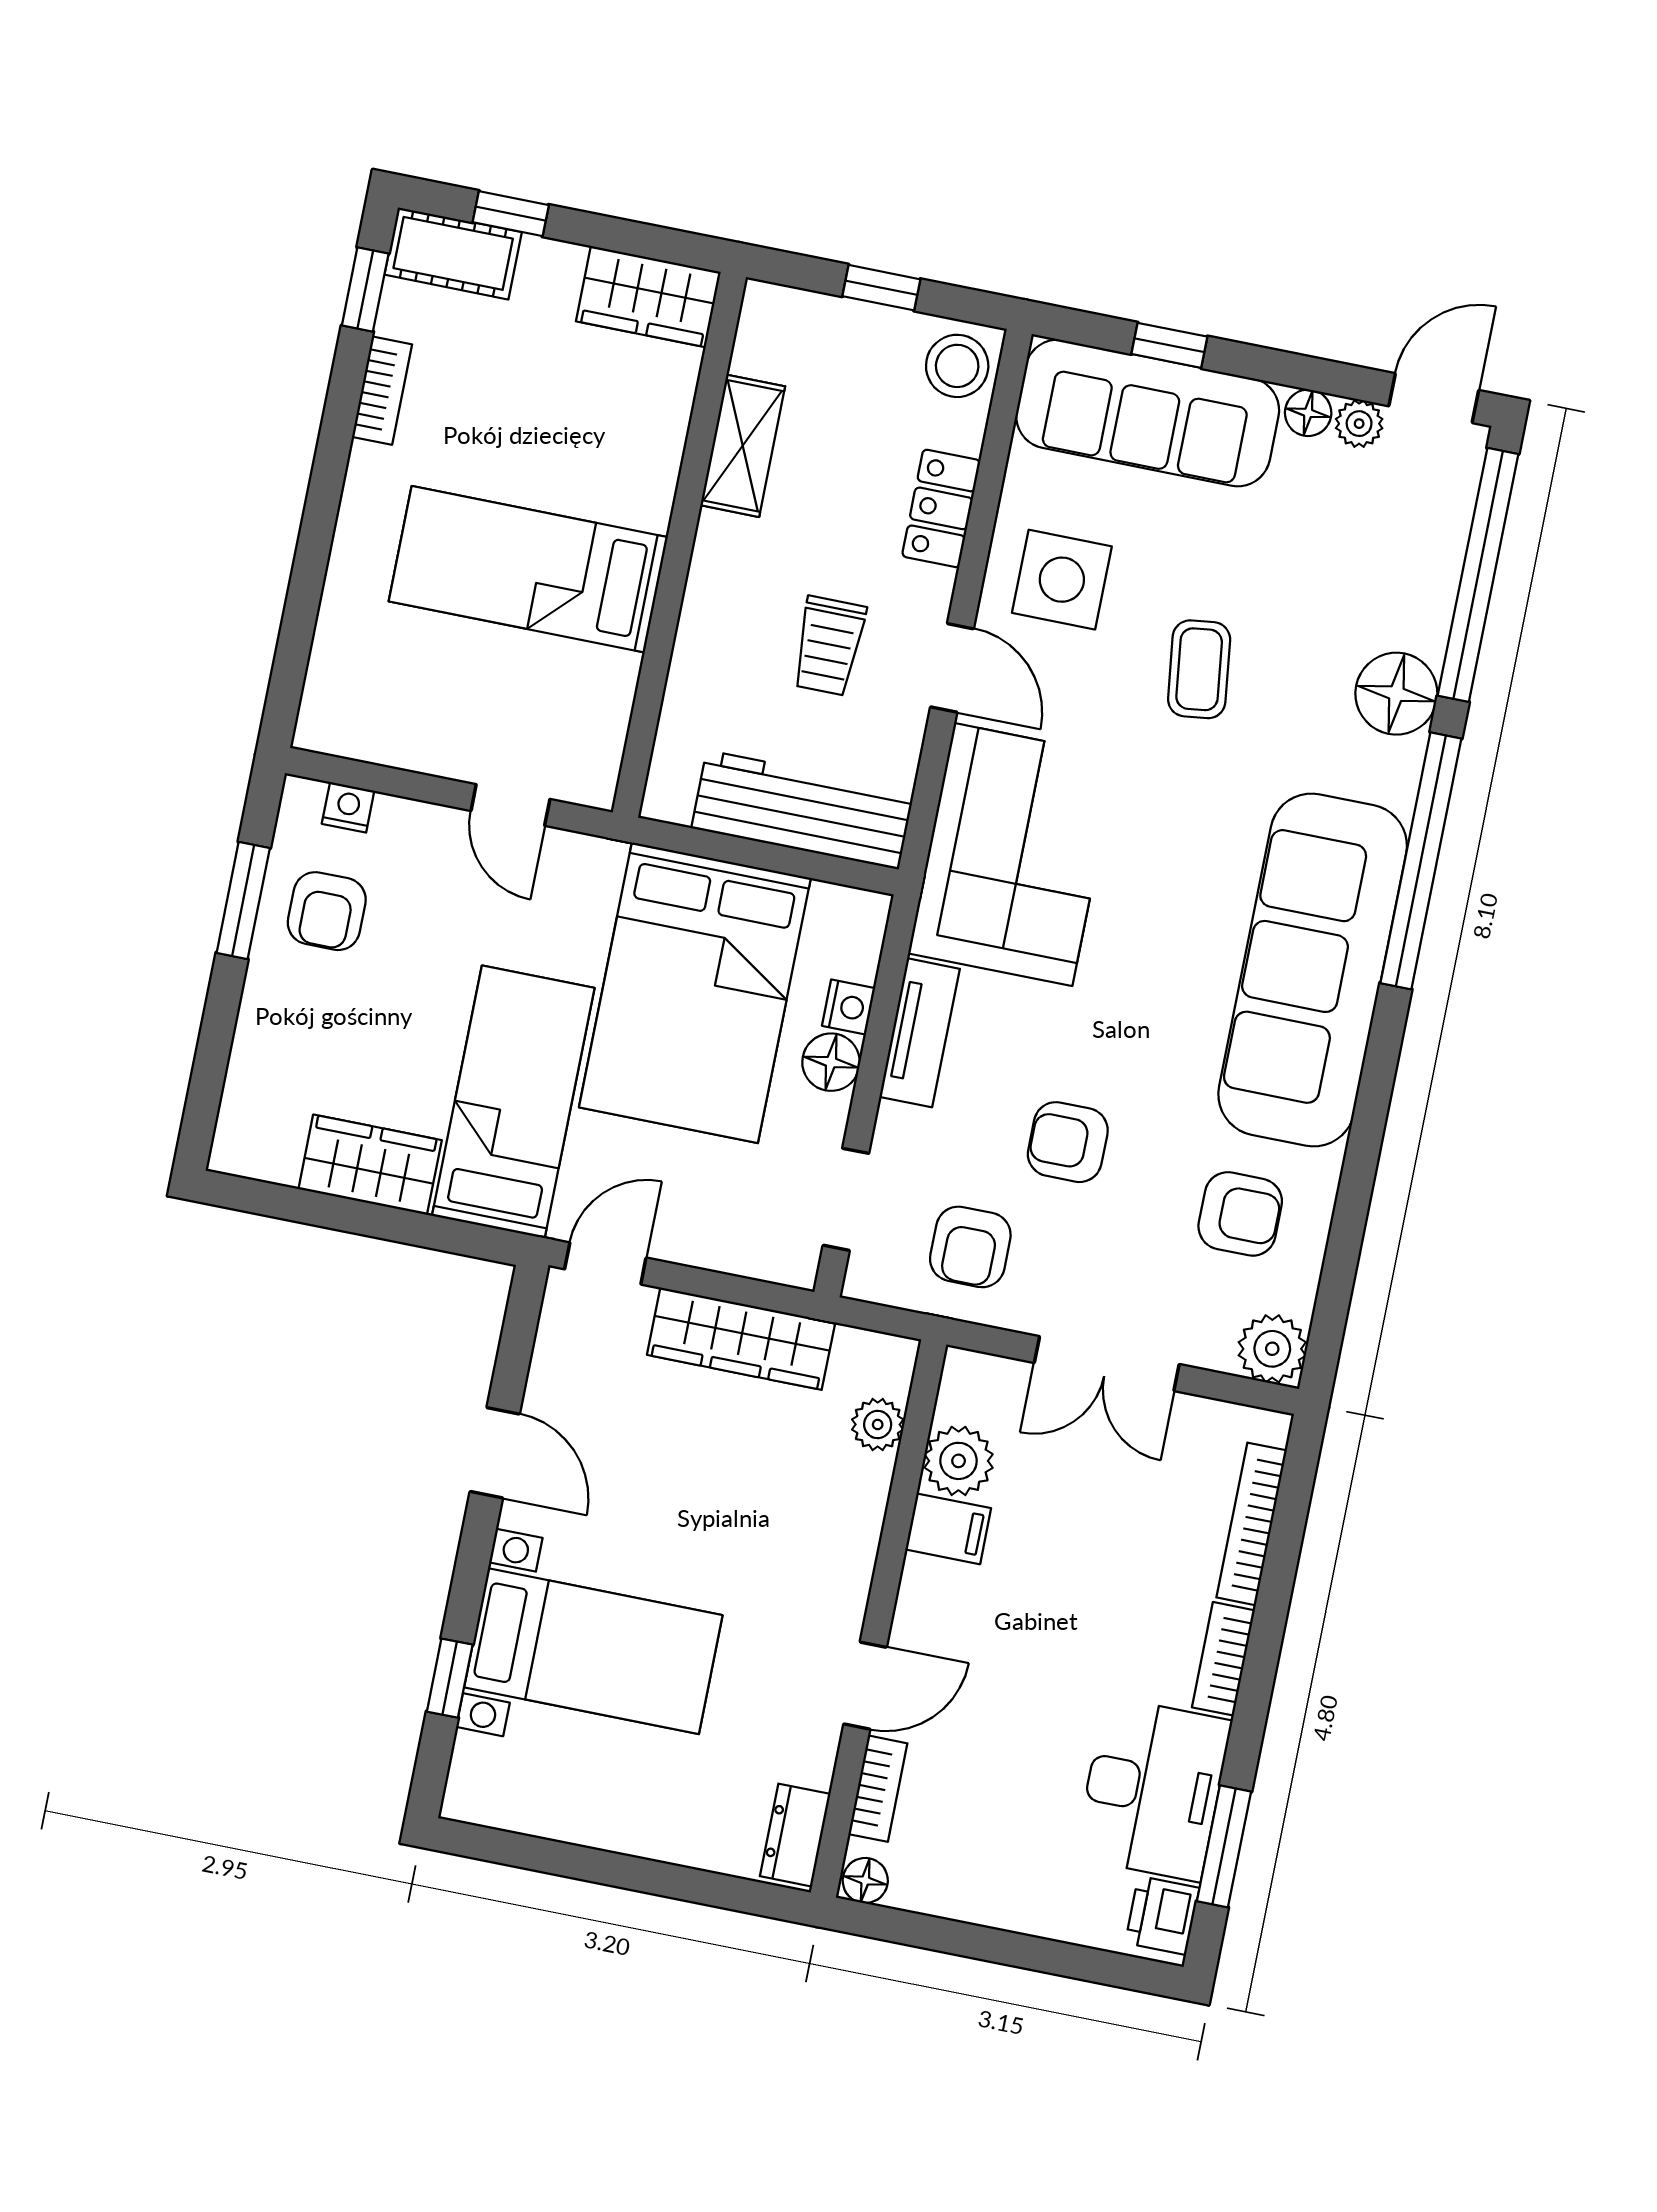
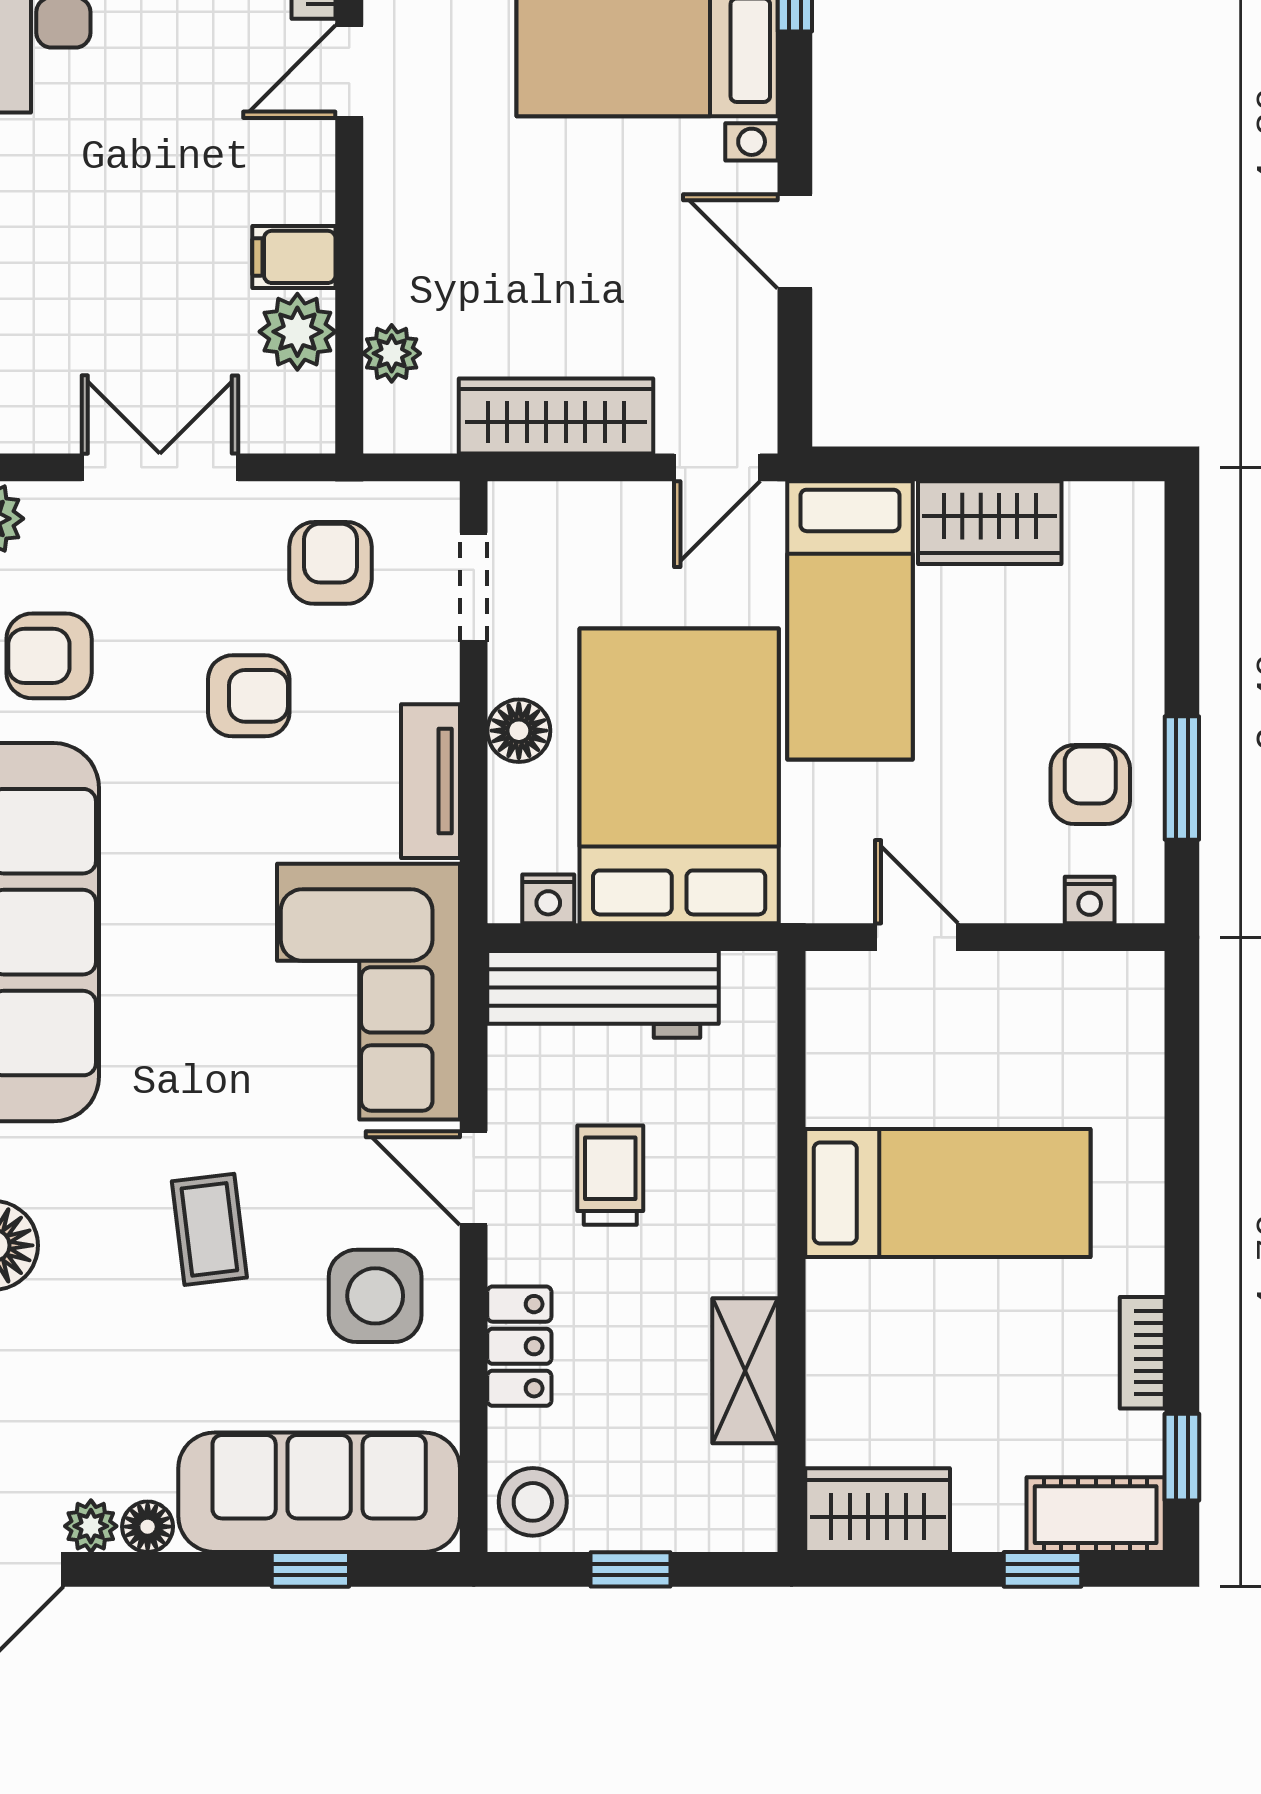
nightstand: (849, 1007) -> (548, 899), moved, turned -90

